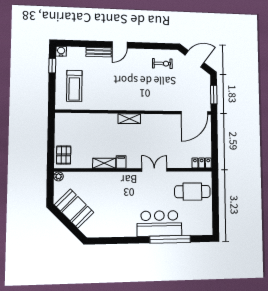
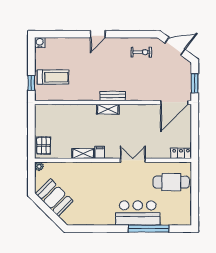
bench: (99, 52) -> (113, 96), moved
window: (52, 66) -> (31, 83), moved
treadmill: (74, 86) -> (53, 77), turned -90

